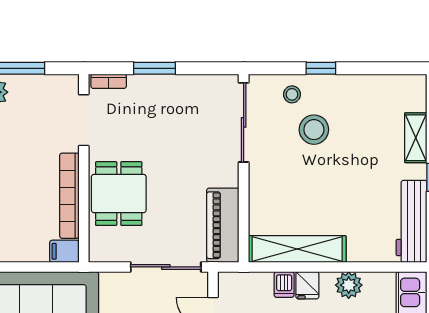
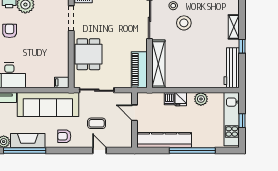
bookcase: (69, 196) -> (64, 55), removed
shelving: (297, 249) -> (158, 64), moved, turned 90
sliding door: (166, 267) -> (97, 90), moved

